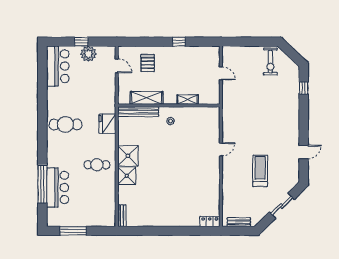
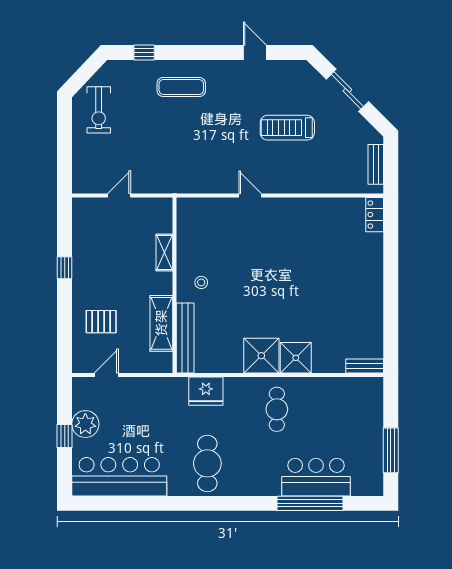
exercise bike: (270, 62) -> (99, 110), turned 90
bar counter: (58, 66) -> (119, 477), width x1.36
exercise mat: (284, 109) -> (181, 87), added

